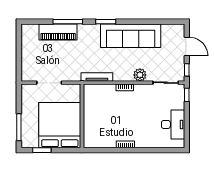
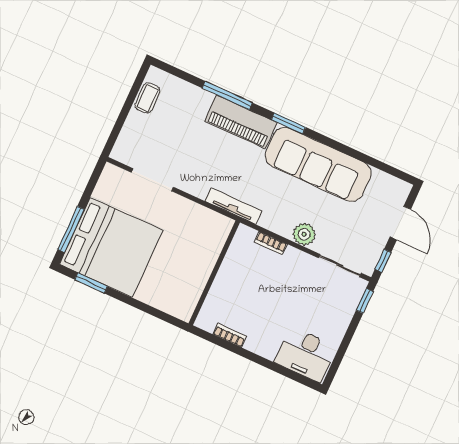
piano: (58, 32) -> (241, 122), moved
coffee table: (27, 42) -> (147, 98), added
wall: (82, 116) -> (214, 273), moved
desk: (173, 124) -> (306, 355), moved, turned 90
bed: (60, 125) -> (111, 247), moved, turned 90

